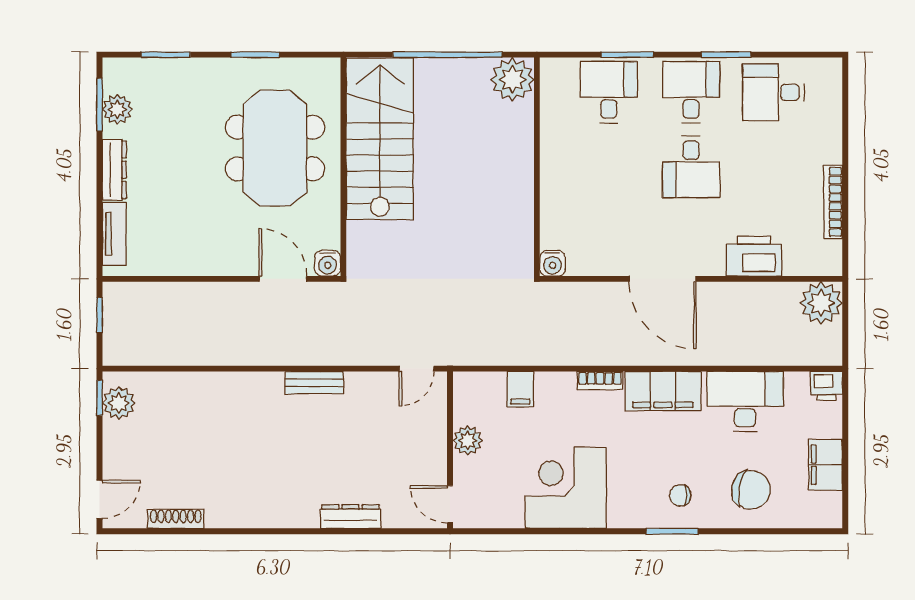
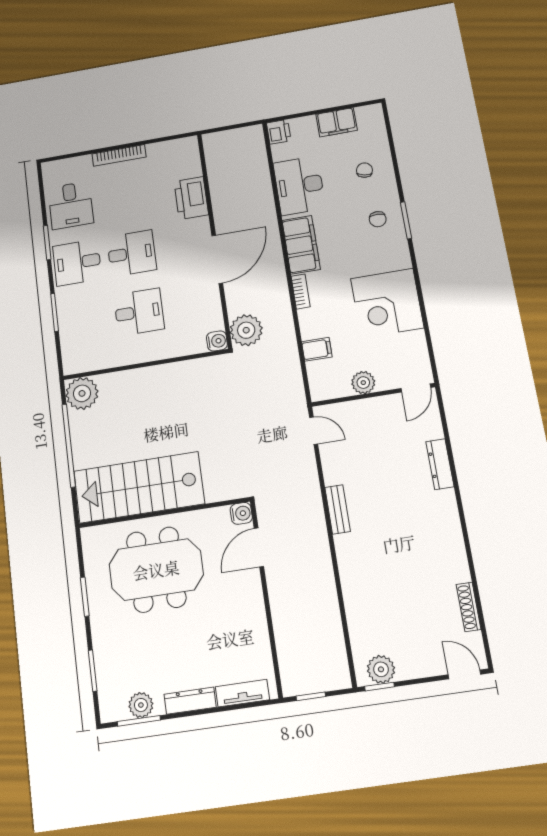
desk: (609, 92) -> (139, 312), moved, turned 180
bookcase: (833, 202) -> (119, 155), moved
plant: (821, 303) -> (246, 330), moved
chair: (751, 490) -> (364, 170), width x0.54, depth x0.54

